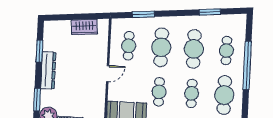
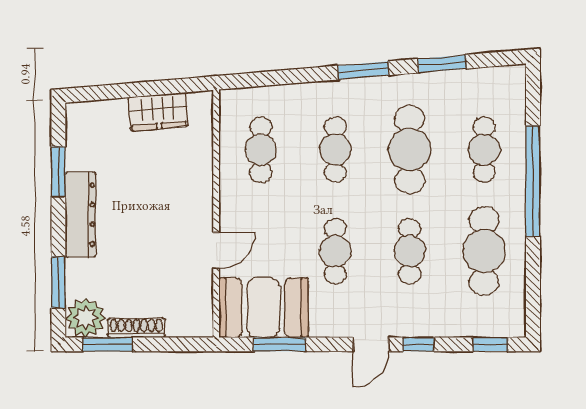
window: (143, 14) -> (363, 70), moved
cafe table: (161, 47) -> (335, 150), width x0.73, depth x0.74
door: (108, 74) -> (216, 251), moved

